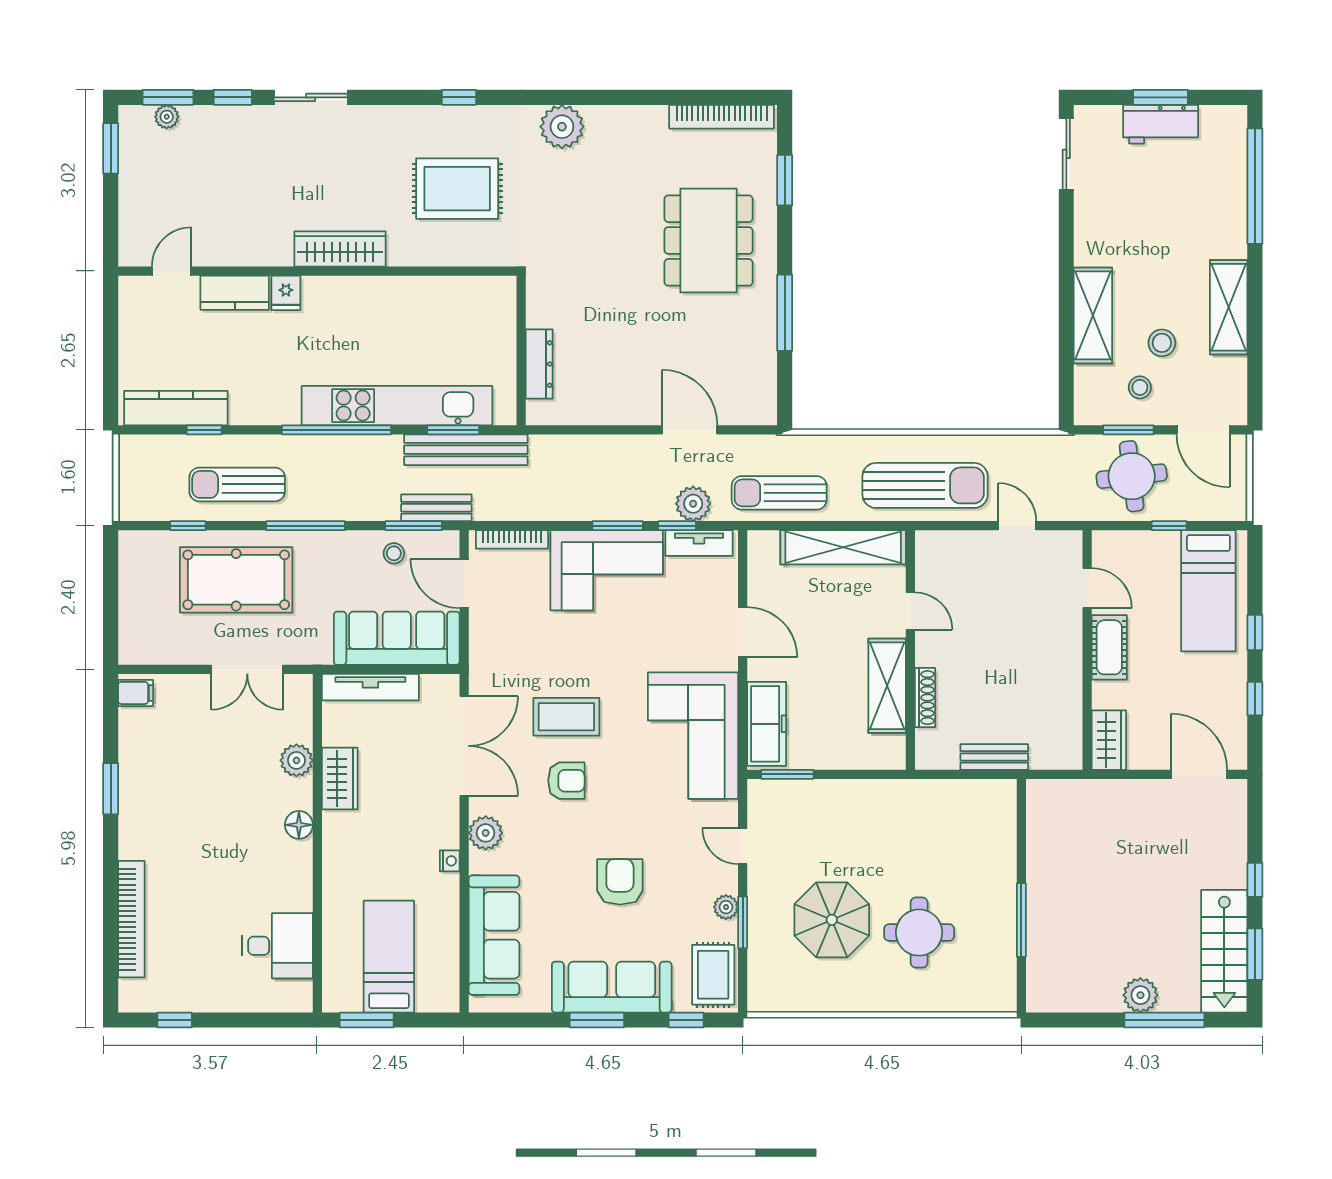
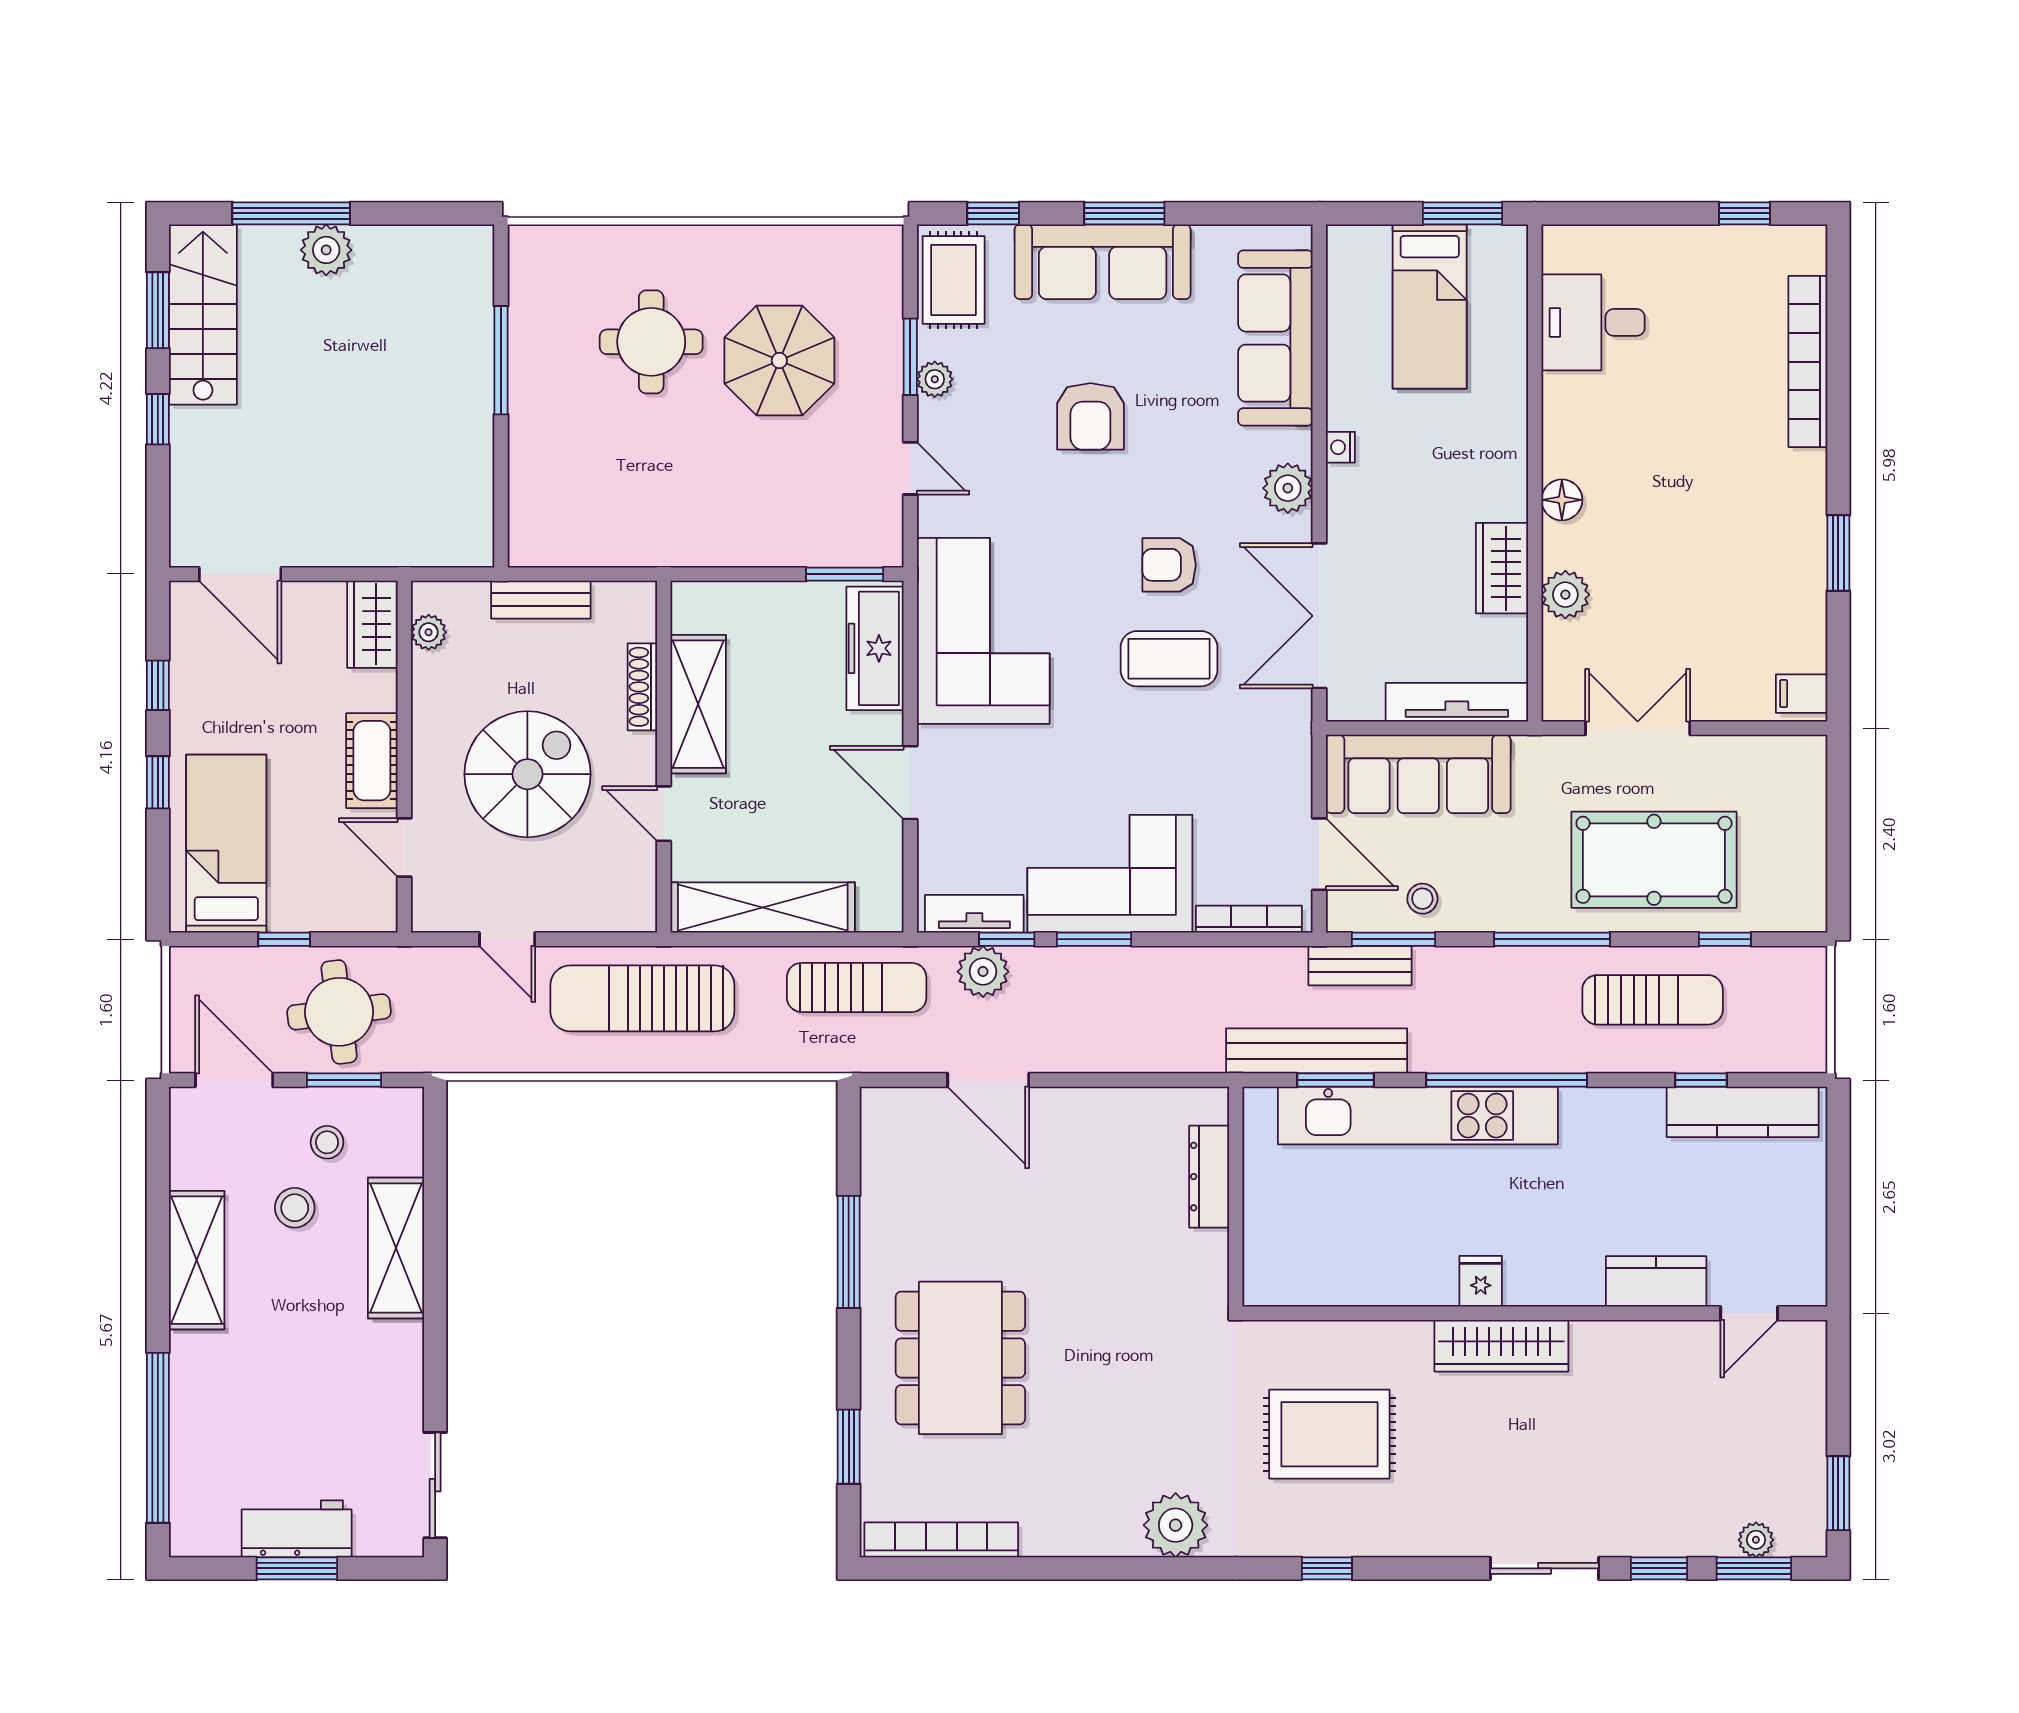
fridge: (286, 293) -> (1481, 1281), moved
spiral stairs: (1003, 638) -> (527, 774), added
plant: (1071, 735) -> (429, 632), added

